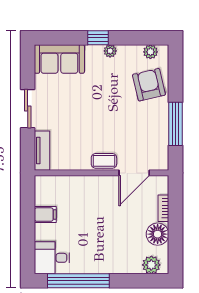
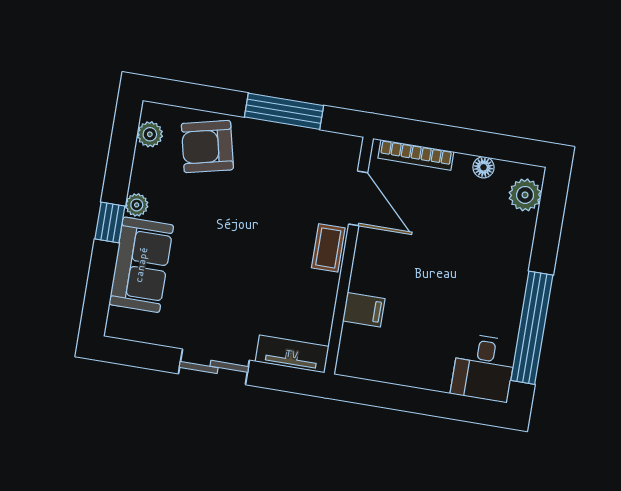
sofa: (59, 59) -> (141, 265), moved
bookcase: (163, 208) -> (416, 155), width x1.56
filing cabinet: (45, 215) -> (364, 310), moved, turned 90
floor lamp: (158, 234) -> (484, 167), width x0.53, depth x0.53

